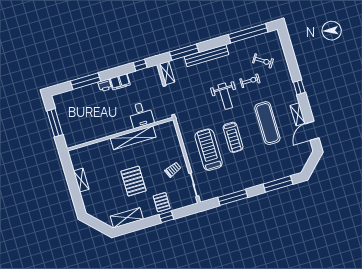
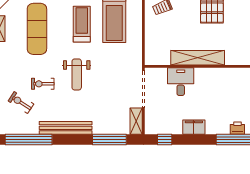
bench: (207, 56) -> (66, 128), moved
printer: (105, 85) -> (237, 128), moved
weight bench: (225, 96) -> (77, 74), turned 180

